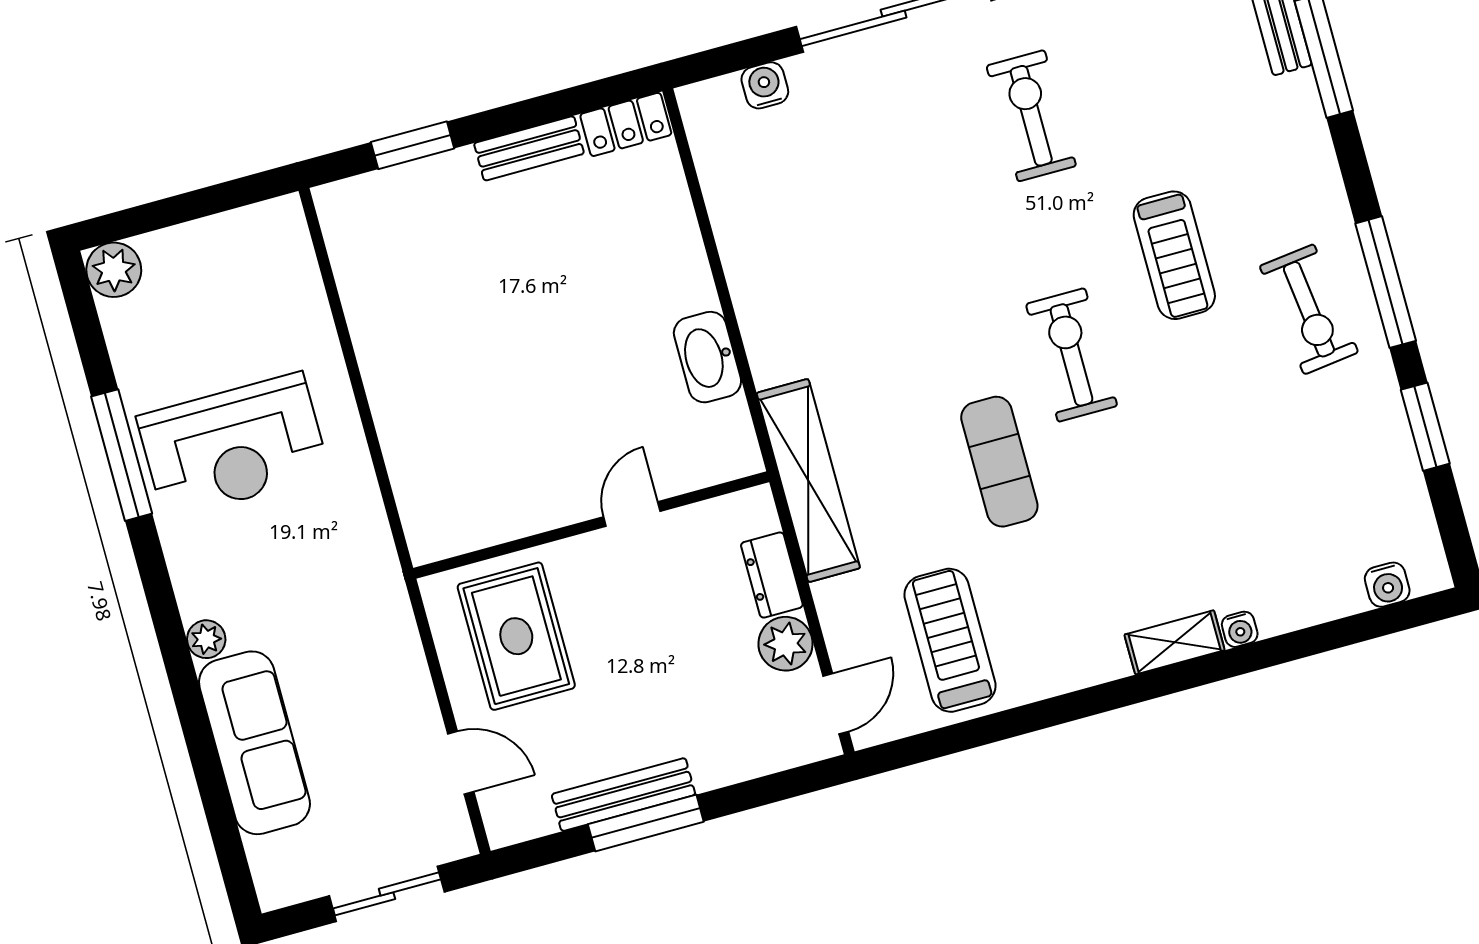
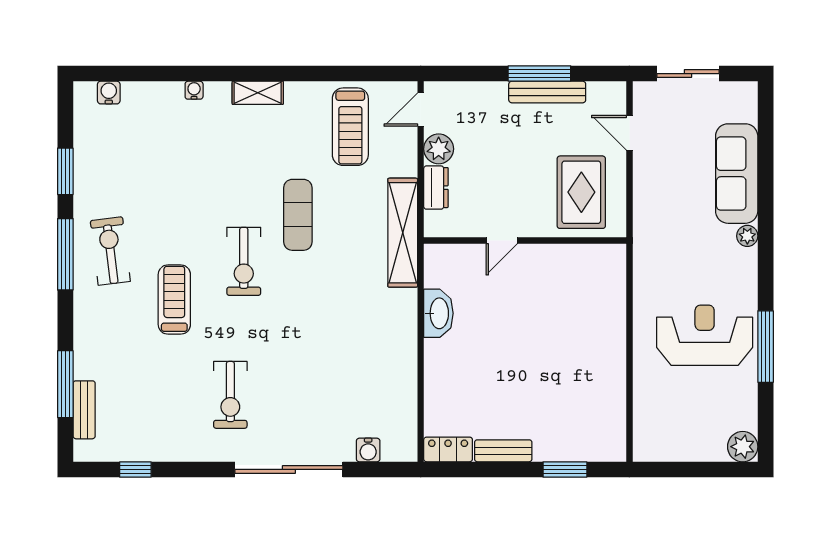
shelving: (1175, 642) -> (258, 93), moved

